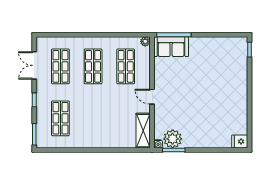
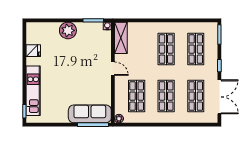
sofa: (171, 47) -> (90, 114), width x1.36
double door: (34, 65) -> (219, 97), width x1.37
kitchen unit: (240, 72) -> (33, 91), added
shop shelf: (93, 118) -> (166, 49), added
plant: (173, 139) -> (68, 30), moved
fridge: (240, 141) -> (33, 51), moved

